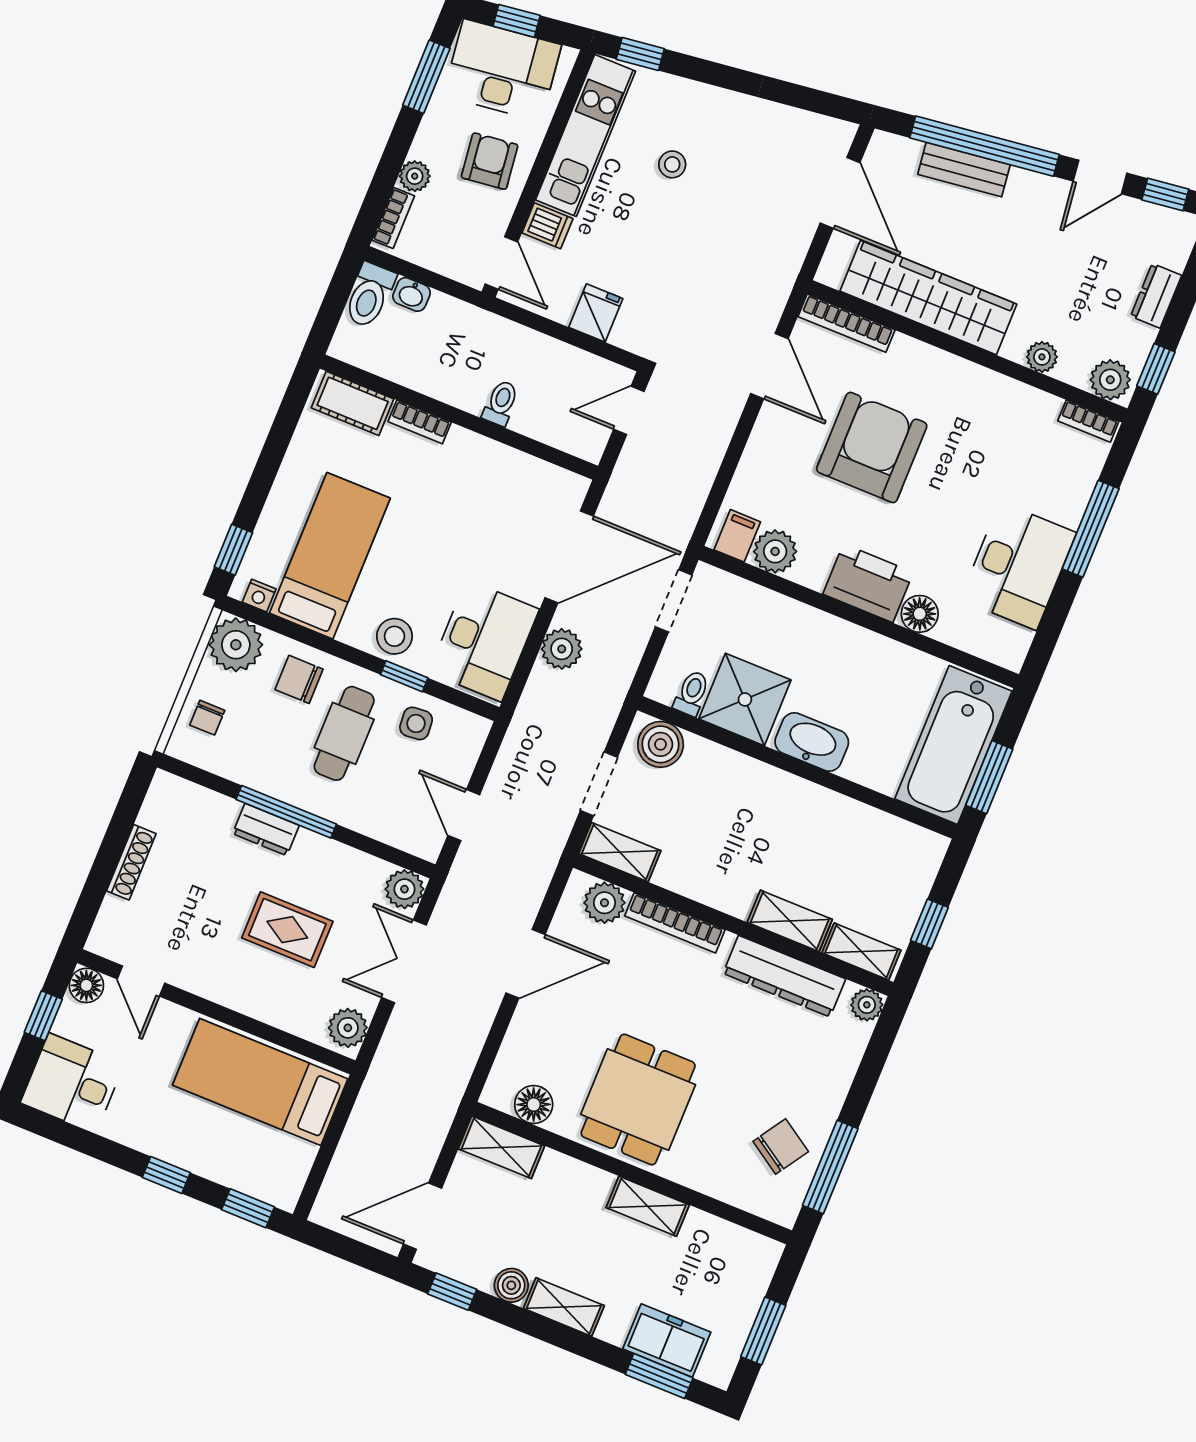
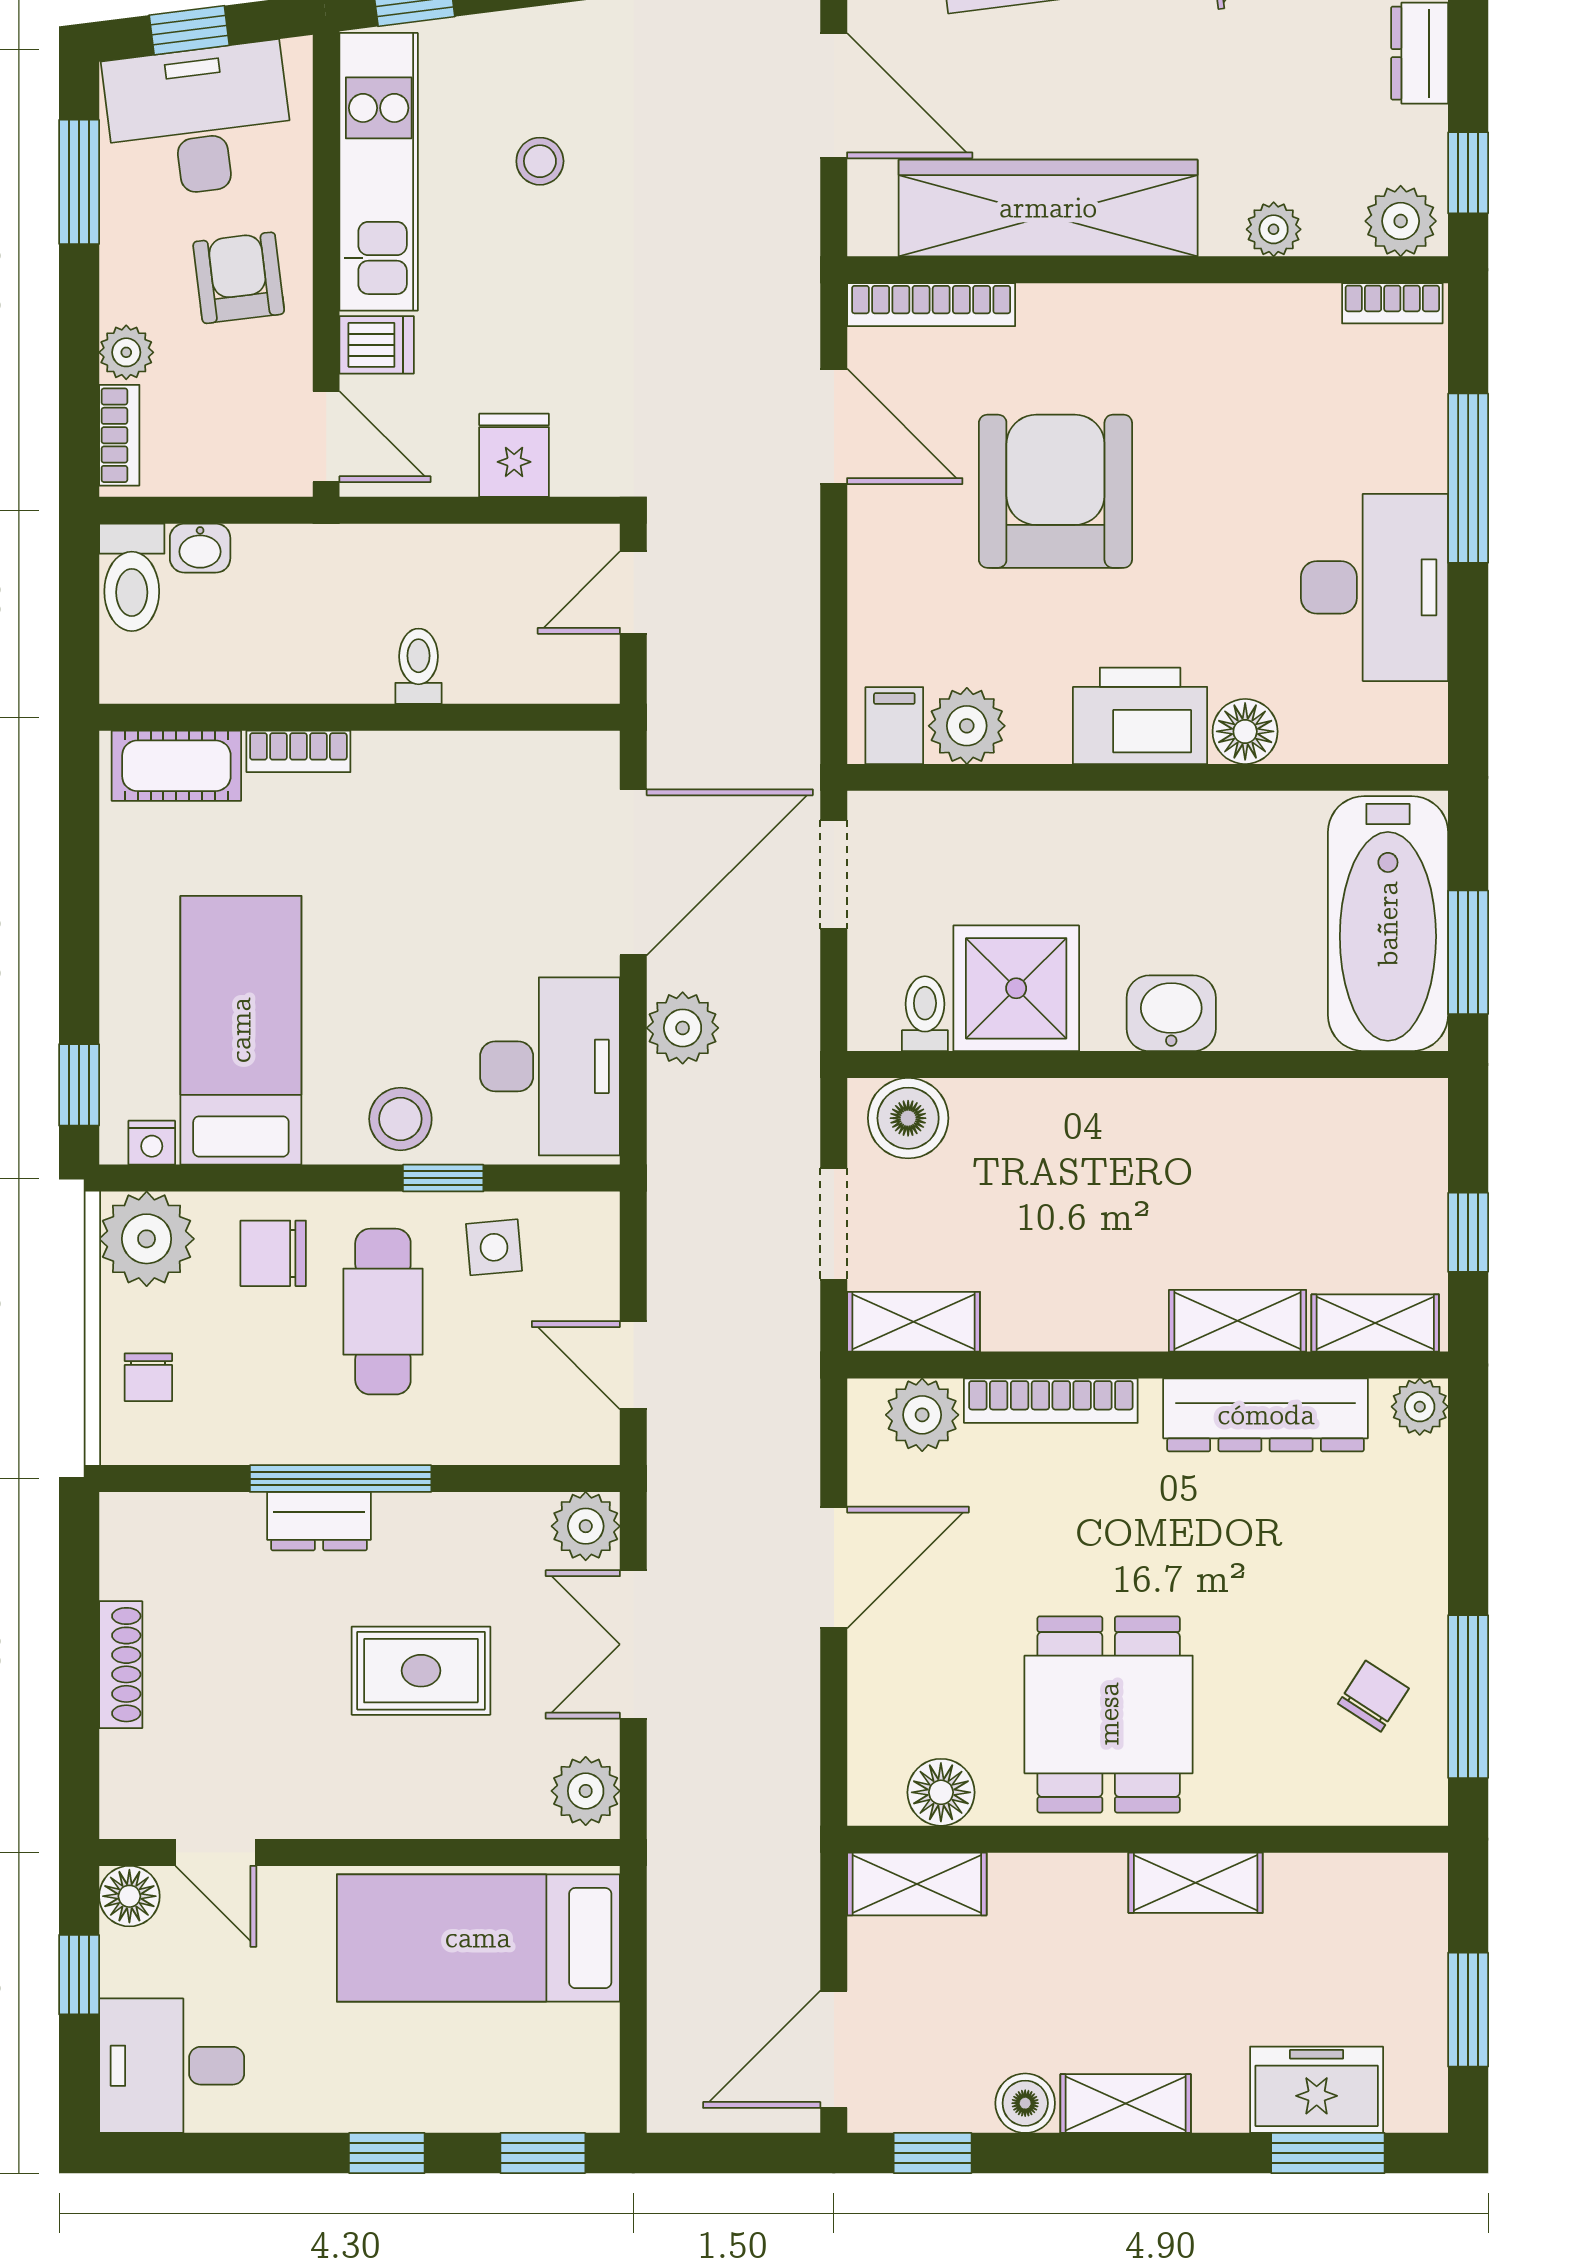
washbasin: (812, 742) -> (1171, 1013), width x0.72
chair: (781, 1146) -> (1373, 1696), width x0.73, depth x0.73

